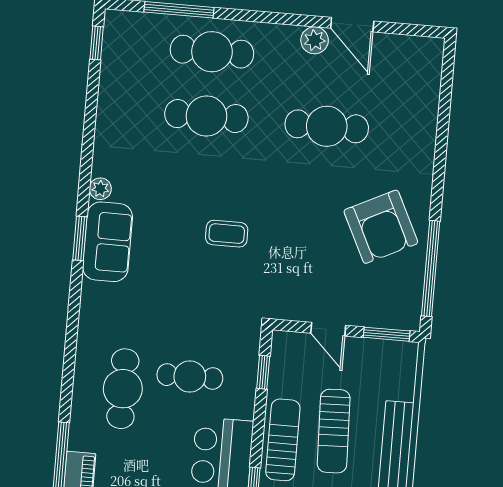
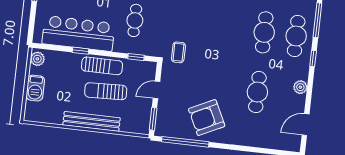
window: (256, 16) -> (313, 58), added
door: (352, 25) -> (306, 125), moved
coffee table: (227, 234) -> (178, 52), moved

